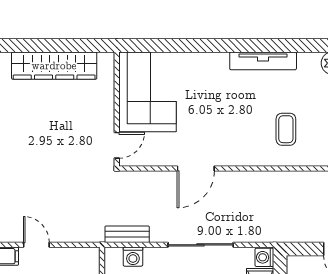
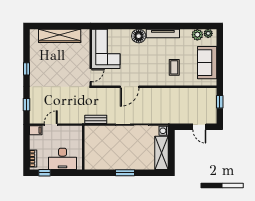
floor lamp: (214, 66) -> (139, 36), added
door: (36, 245) -> (51, 125), hinge flipped
washing machine: (133, 257) -> (99, 130), removed

